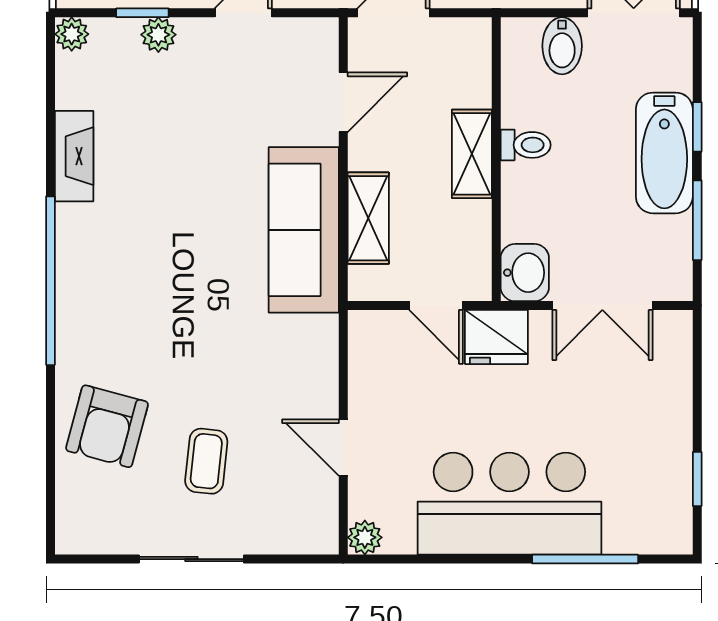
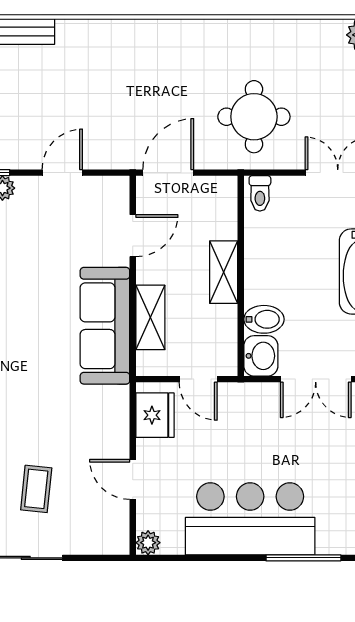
bidet: (562, 46) -> (264, 319), moved, turned -90
toilet: (526, 145) -> (260, 193), moved, turned 90
fridge: (496, 337) -> (155, 415), moved, turned -90

